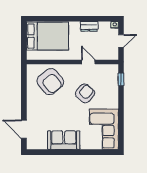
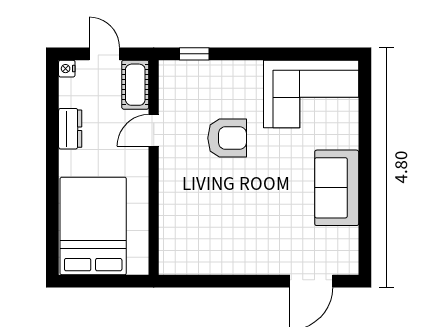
cot: (108, 54) -> (135, 85), added
armchair: (50, 81) -> (199, 219), removed
armchair: (85, 93) -> (227, 138), turned 139

